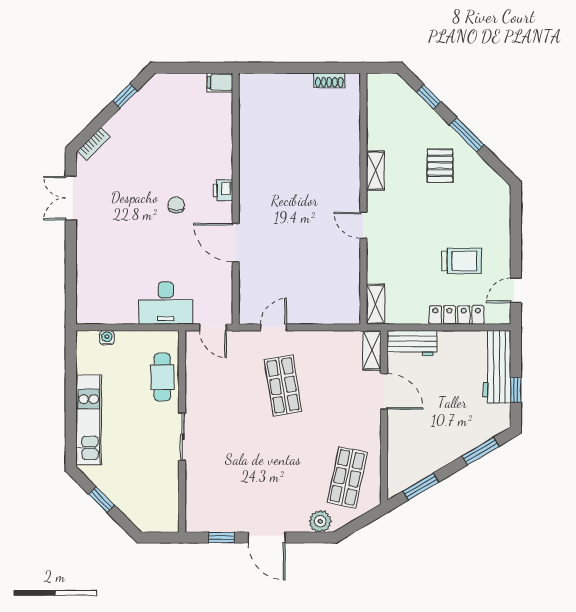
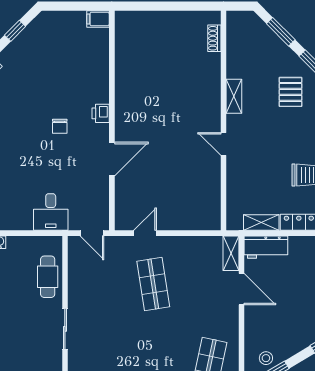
shoe rack: (329, 80) -> (214, 38), moved, turned 90
window: (429, 97) -> (281, 32), width x1.50
chair: (176, 205) -> (60, 126), turned 180
door: (236, 243) -> (112, 159), swing flipped
desk: (166, 303) -> (51, 212), width x0.73
shelving: (376, 304) -> (261, 223), moved, turned 90
stool: (412, 470) -> (266, 358), added

